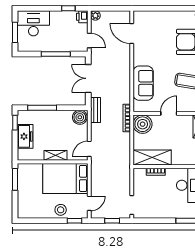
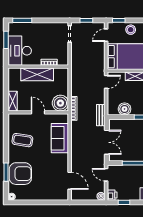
door: (169, 113) -> (38, 112), swing flipped
boiler: (80, 117) -> (125, 109), moved
shelving: (152, 158) -> (37, 74), moved

